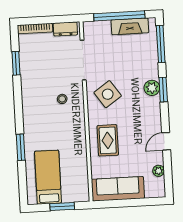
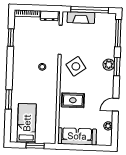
fireplace: (130, 26) -> (81, 18), moved
rug: (108, 140) -> (73, 100), turned 90

